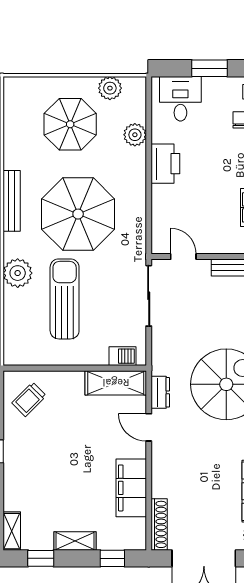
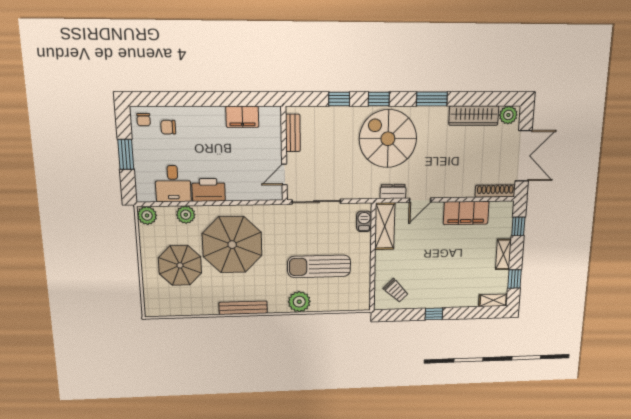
plant: (110, 88) -> (147, 216), moved
desk: (180, 99) -> (173, 184), moved, turned -90
parasol: (78, 214) -> (232, 245), moved

